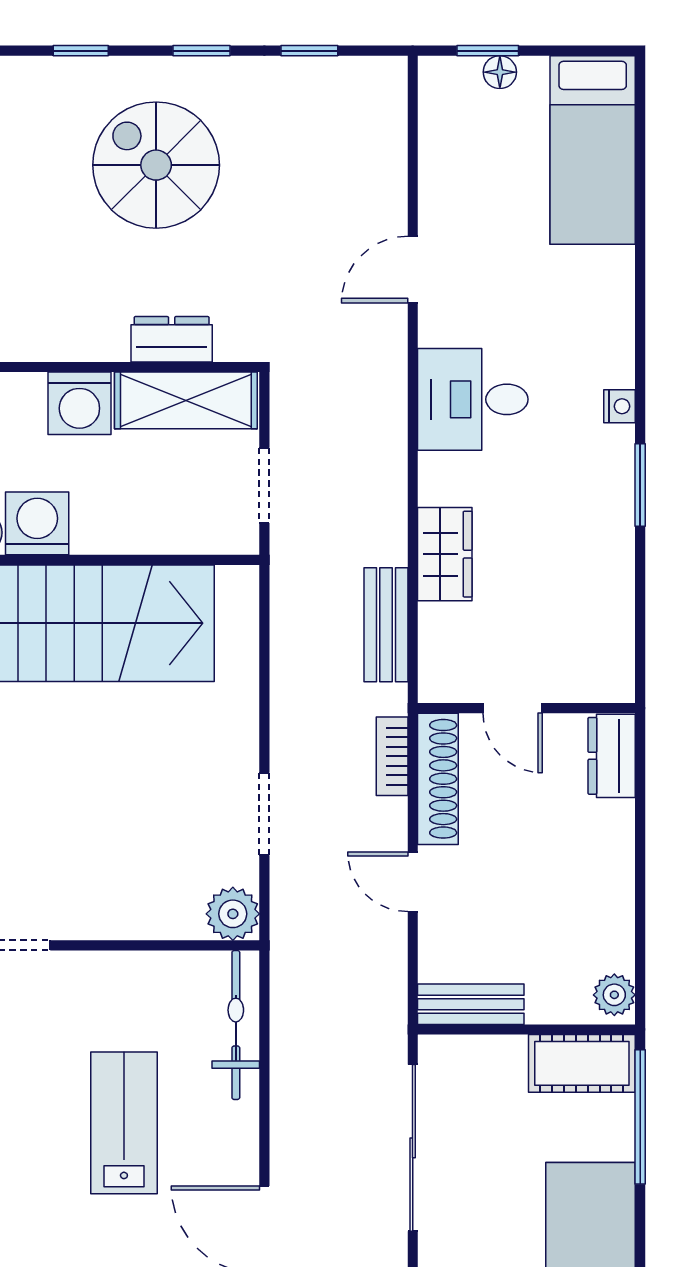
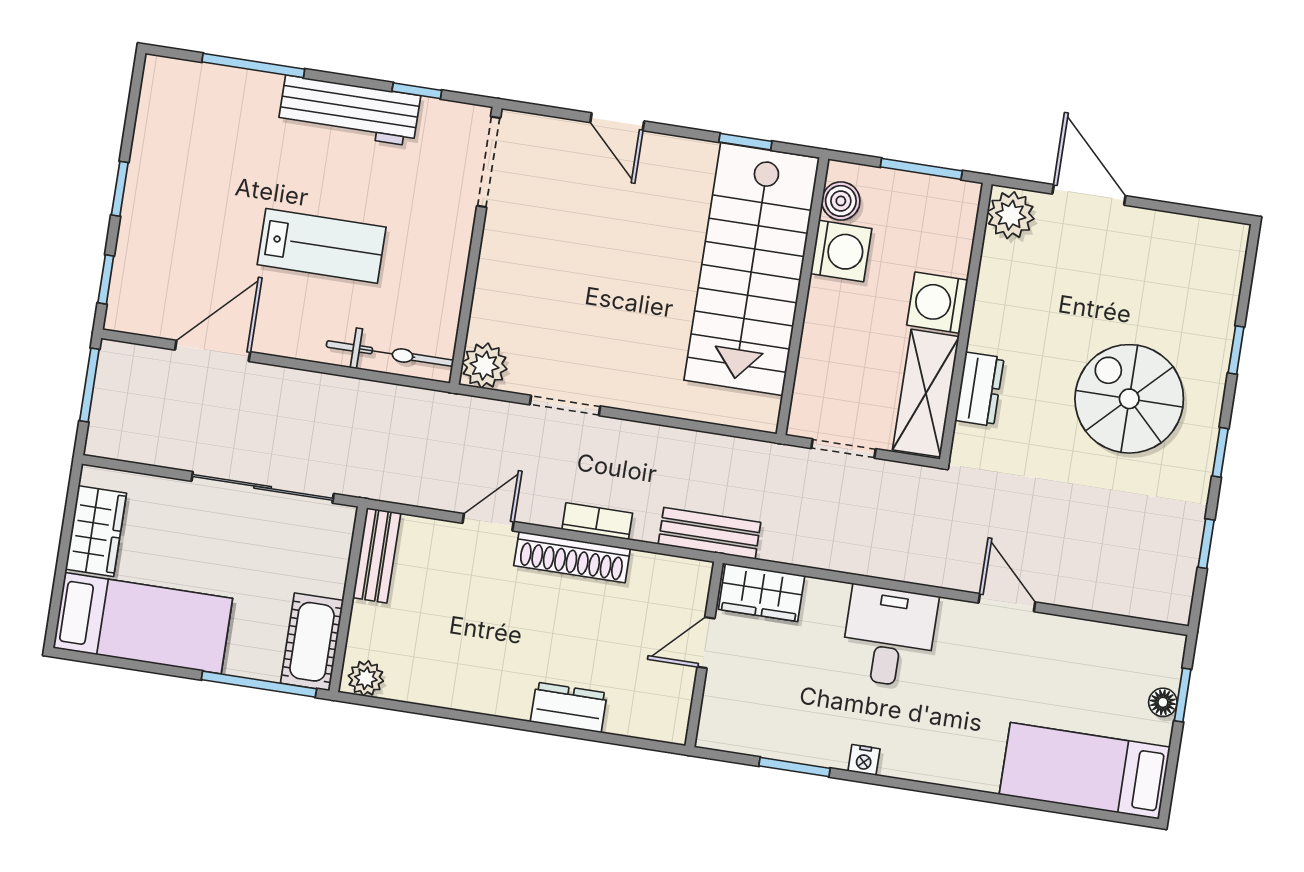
spiral stairs: (156, 165) -> (1129, 399), turned -90
door: (513, 708) -> (706, 643), moved
wall: (526, 708) -> (704, 654), moved

